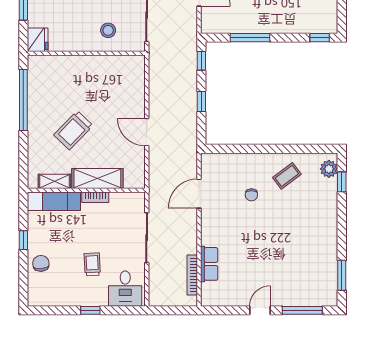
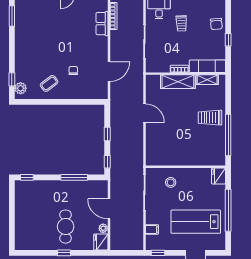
trolley: (73, 130) -> (210, 118), moved, turned -134

